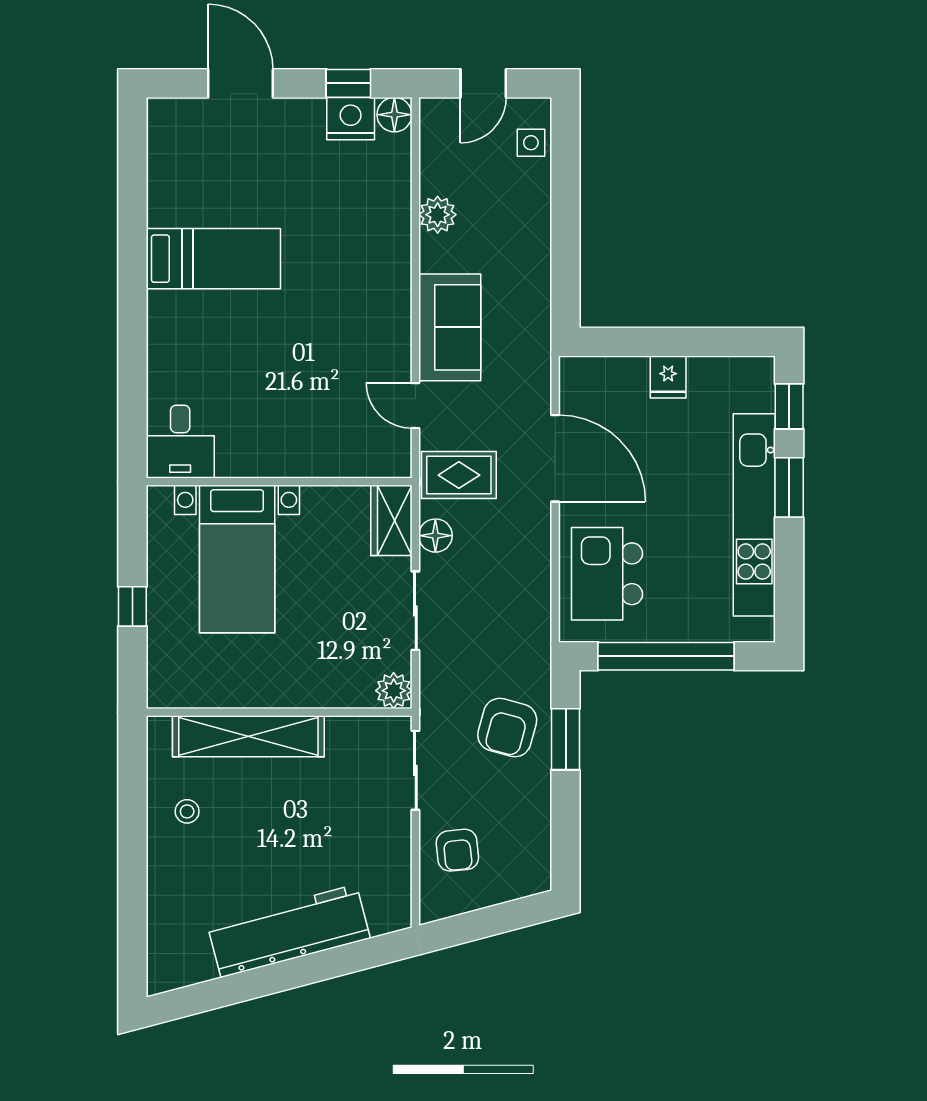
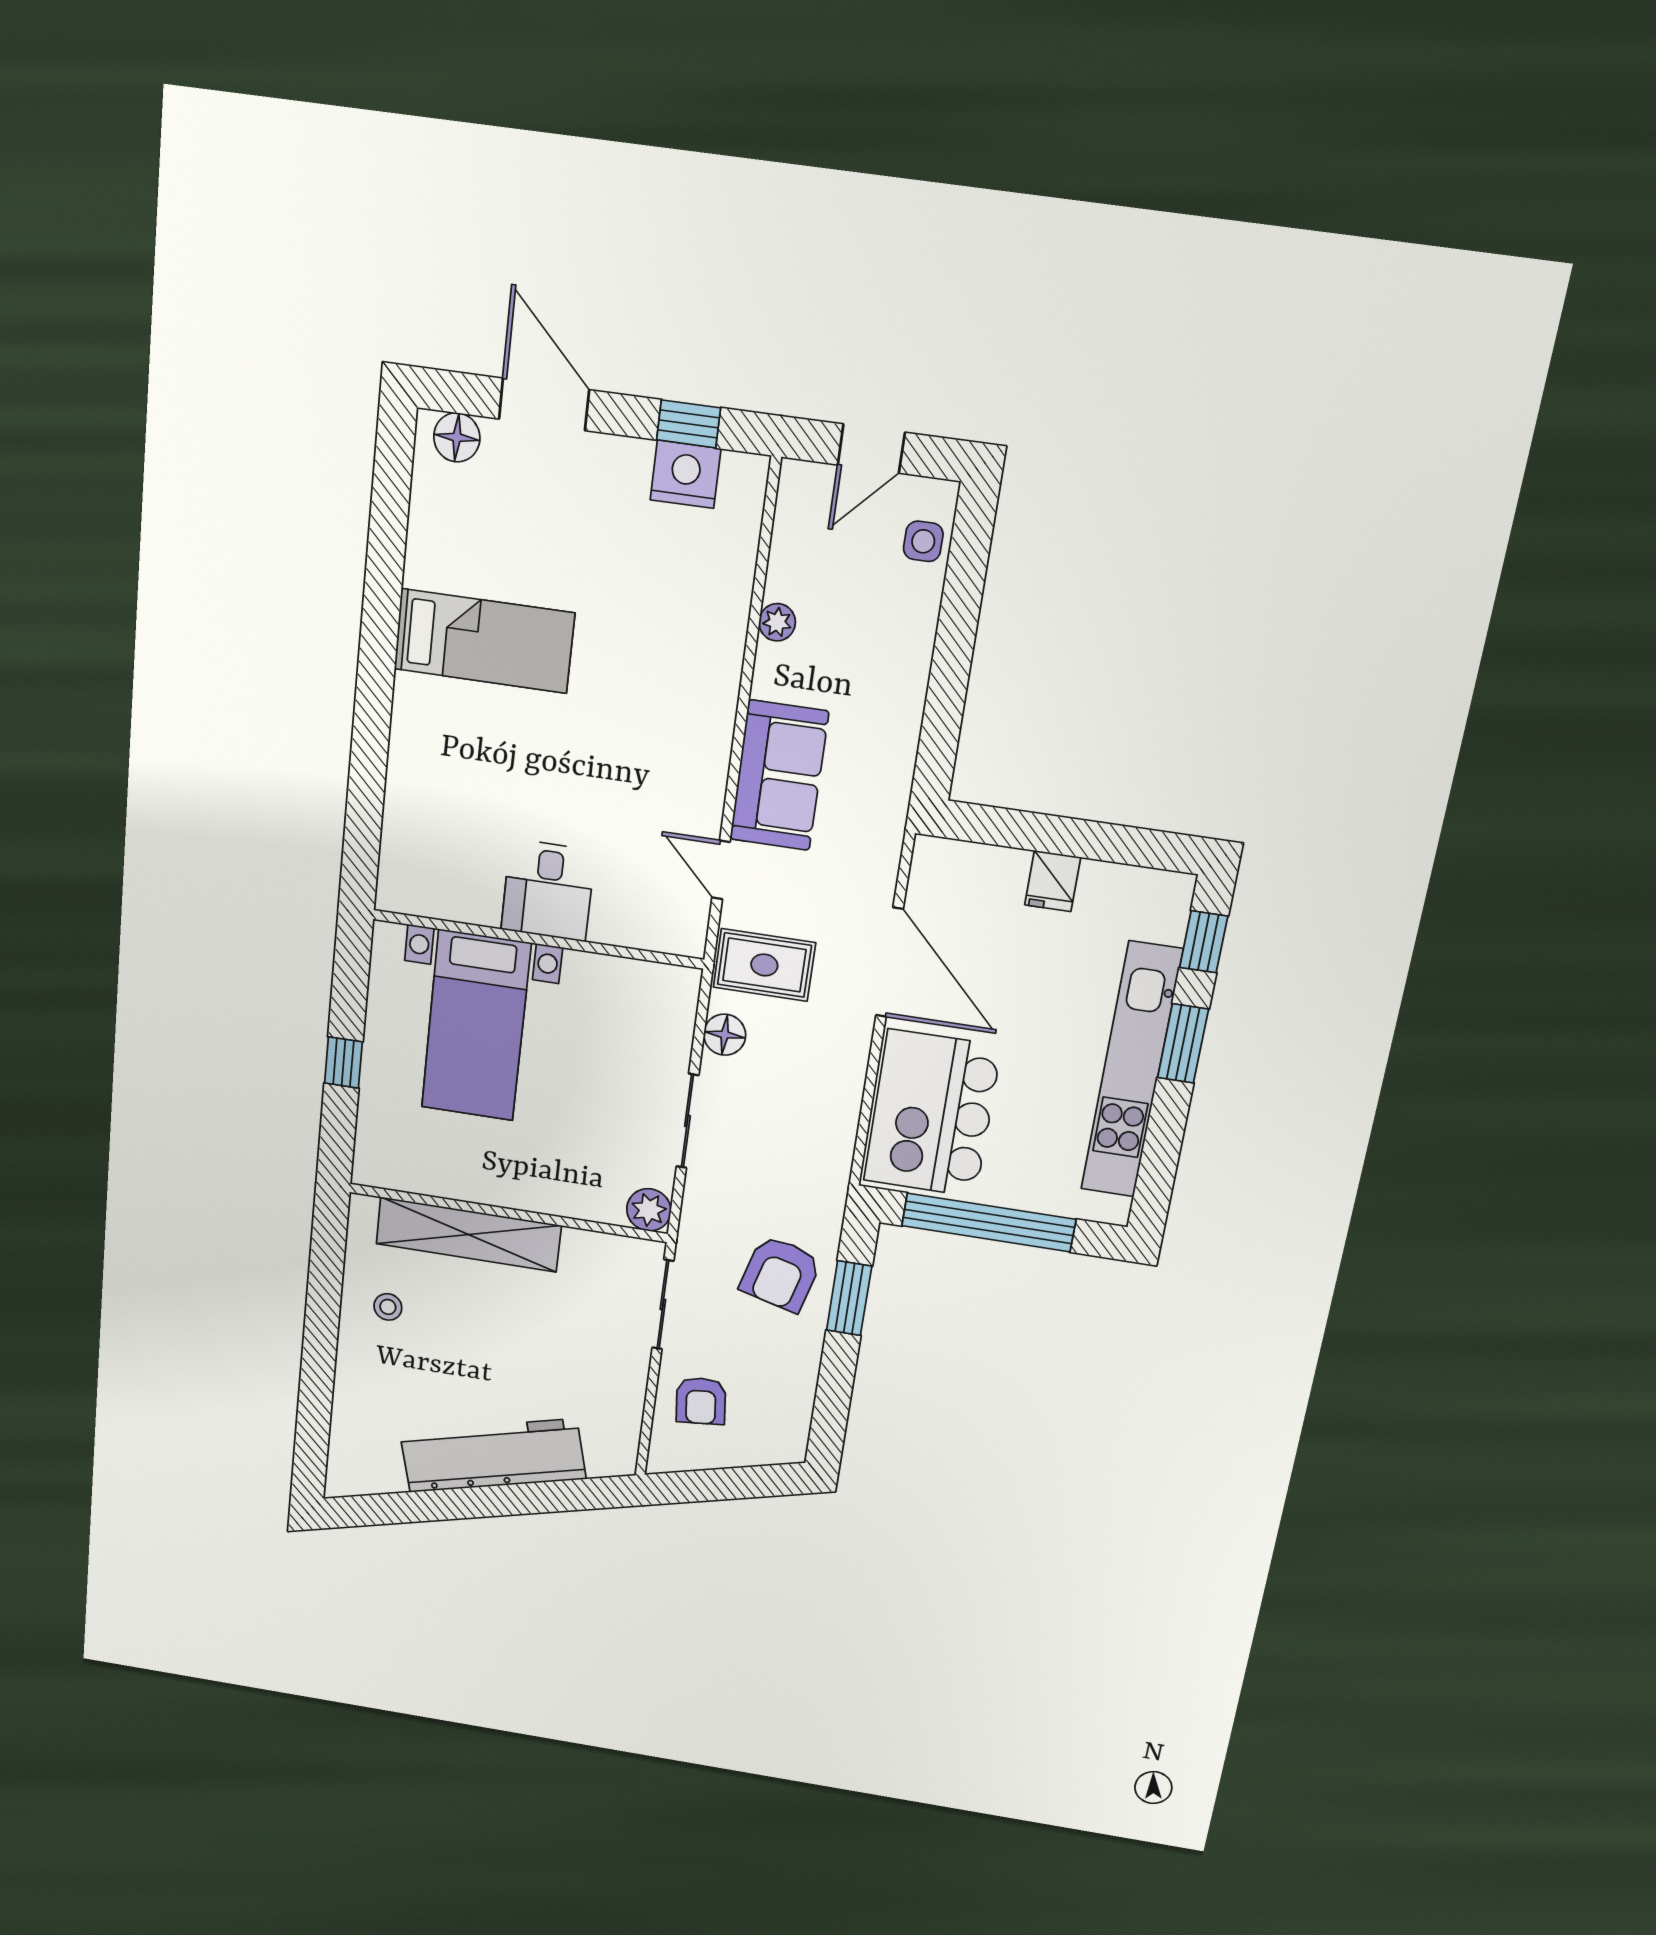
floor lamp: (394, 115) -> (457, 437), moved
plant: (438, 215) -> (777, 622), width x0.73, depth x0.73
desk: (180, 442) -> (548, 890), moved
wardrobe: (391, 520) -> (672, 1008), removed
kitchen island: (607, 574) -> (932, 1114), width x1.37, depth x1.28

